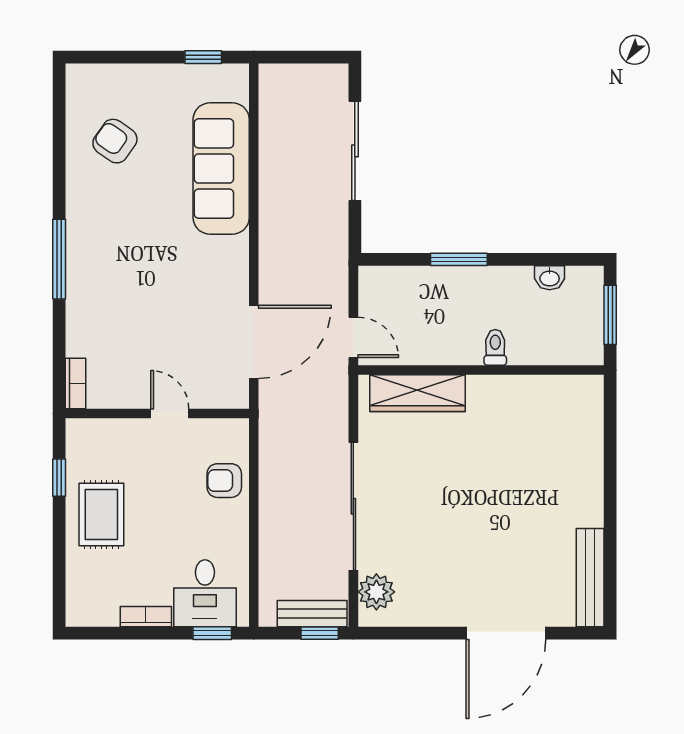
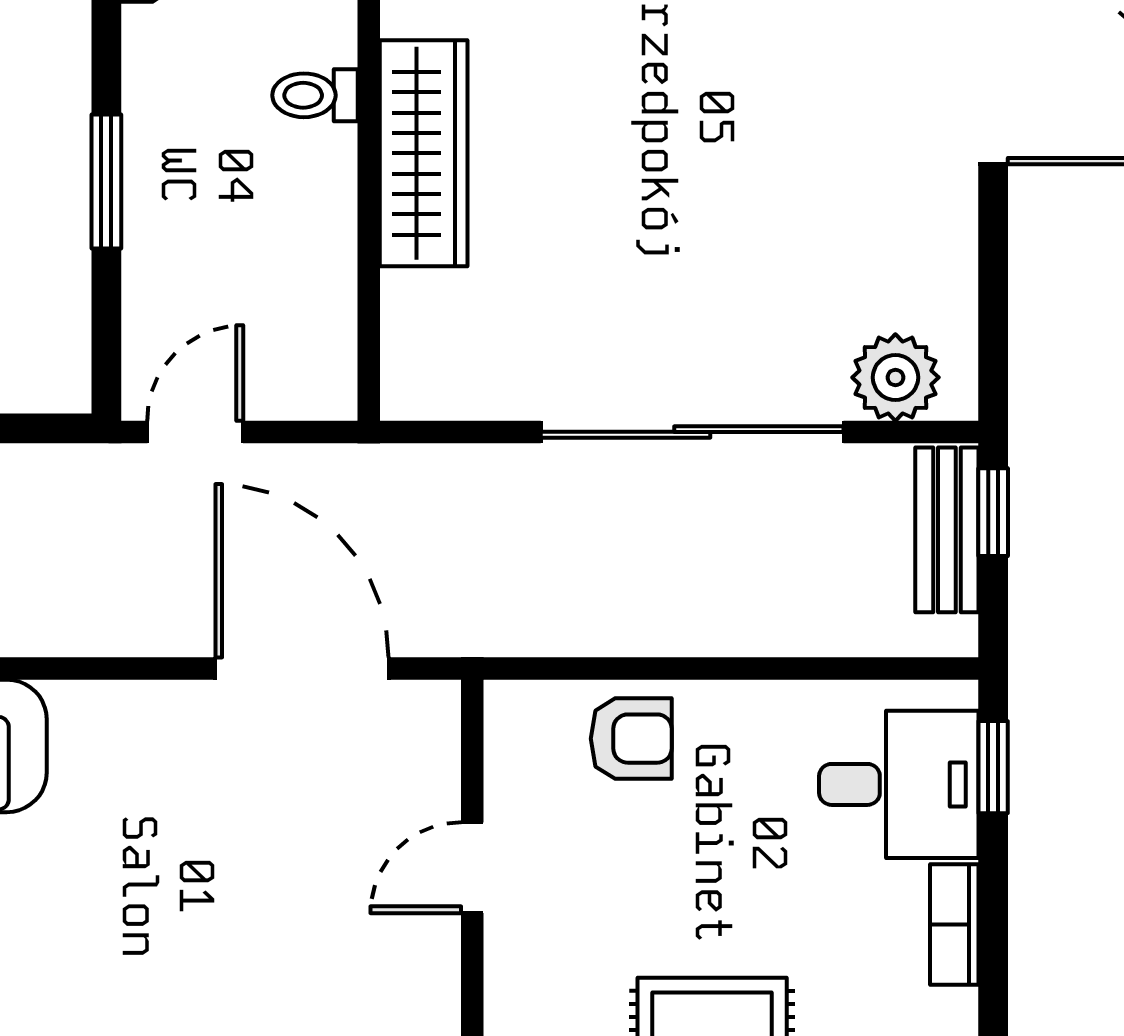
door: (353, 337) -> (195, 432), moved
wardrobe: (417, 393) -> (424, 153), moved
armchair: (224, 481) -> (631, 739), turned -90

